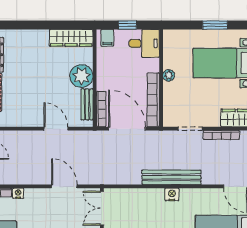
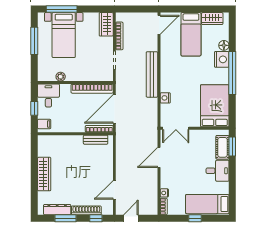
window: (215, 25) -> (34, 41), width x1.44
wardrobe: (71, 38) -> (44, 174), moved
plant: (169, 75) -> (61, 77), moved
plant: (82, 76) -> (74, 144), removed
door: (56, 129) -> (114, 190), moved
nightstand: (172, 194) -> (165, 98), moved

